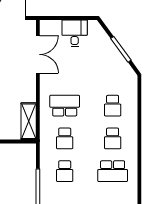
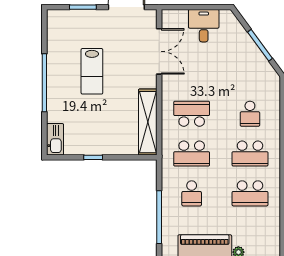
shelving: (29, 121) -> (148, 122), width x1.47
school desk: (65, 138) -> (192, 154), width x1.85
school desk: (113, 138) -> (250, 154), width x1.85

